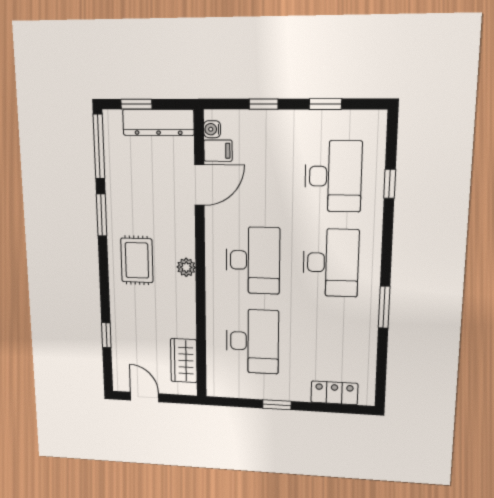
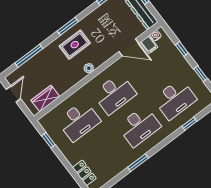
window: (102, 215) -> (68, 26), moved
window: (106, 335) -> (29, 56), width x2.17
window: (277, 405) -> (48, 140), moved

